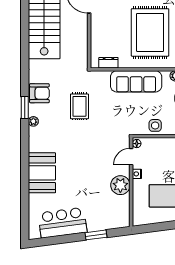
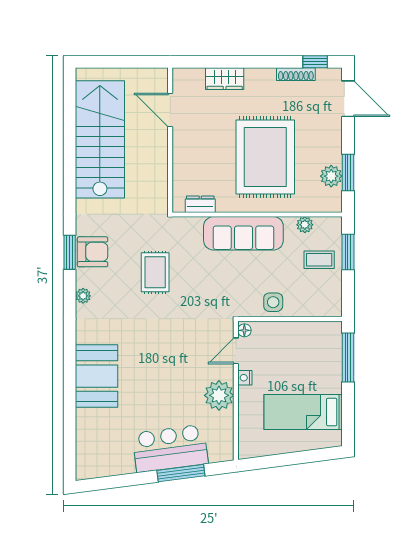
window: (25, 108) -> (70, 252), moved
bar counter: (63, 223) -> (170, 448), moved
window: (96, 235) -> (181, 473), width x1.44

